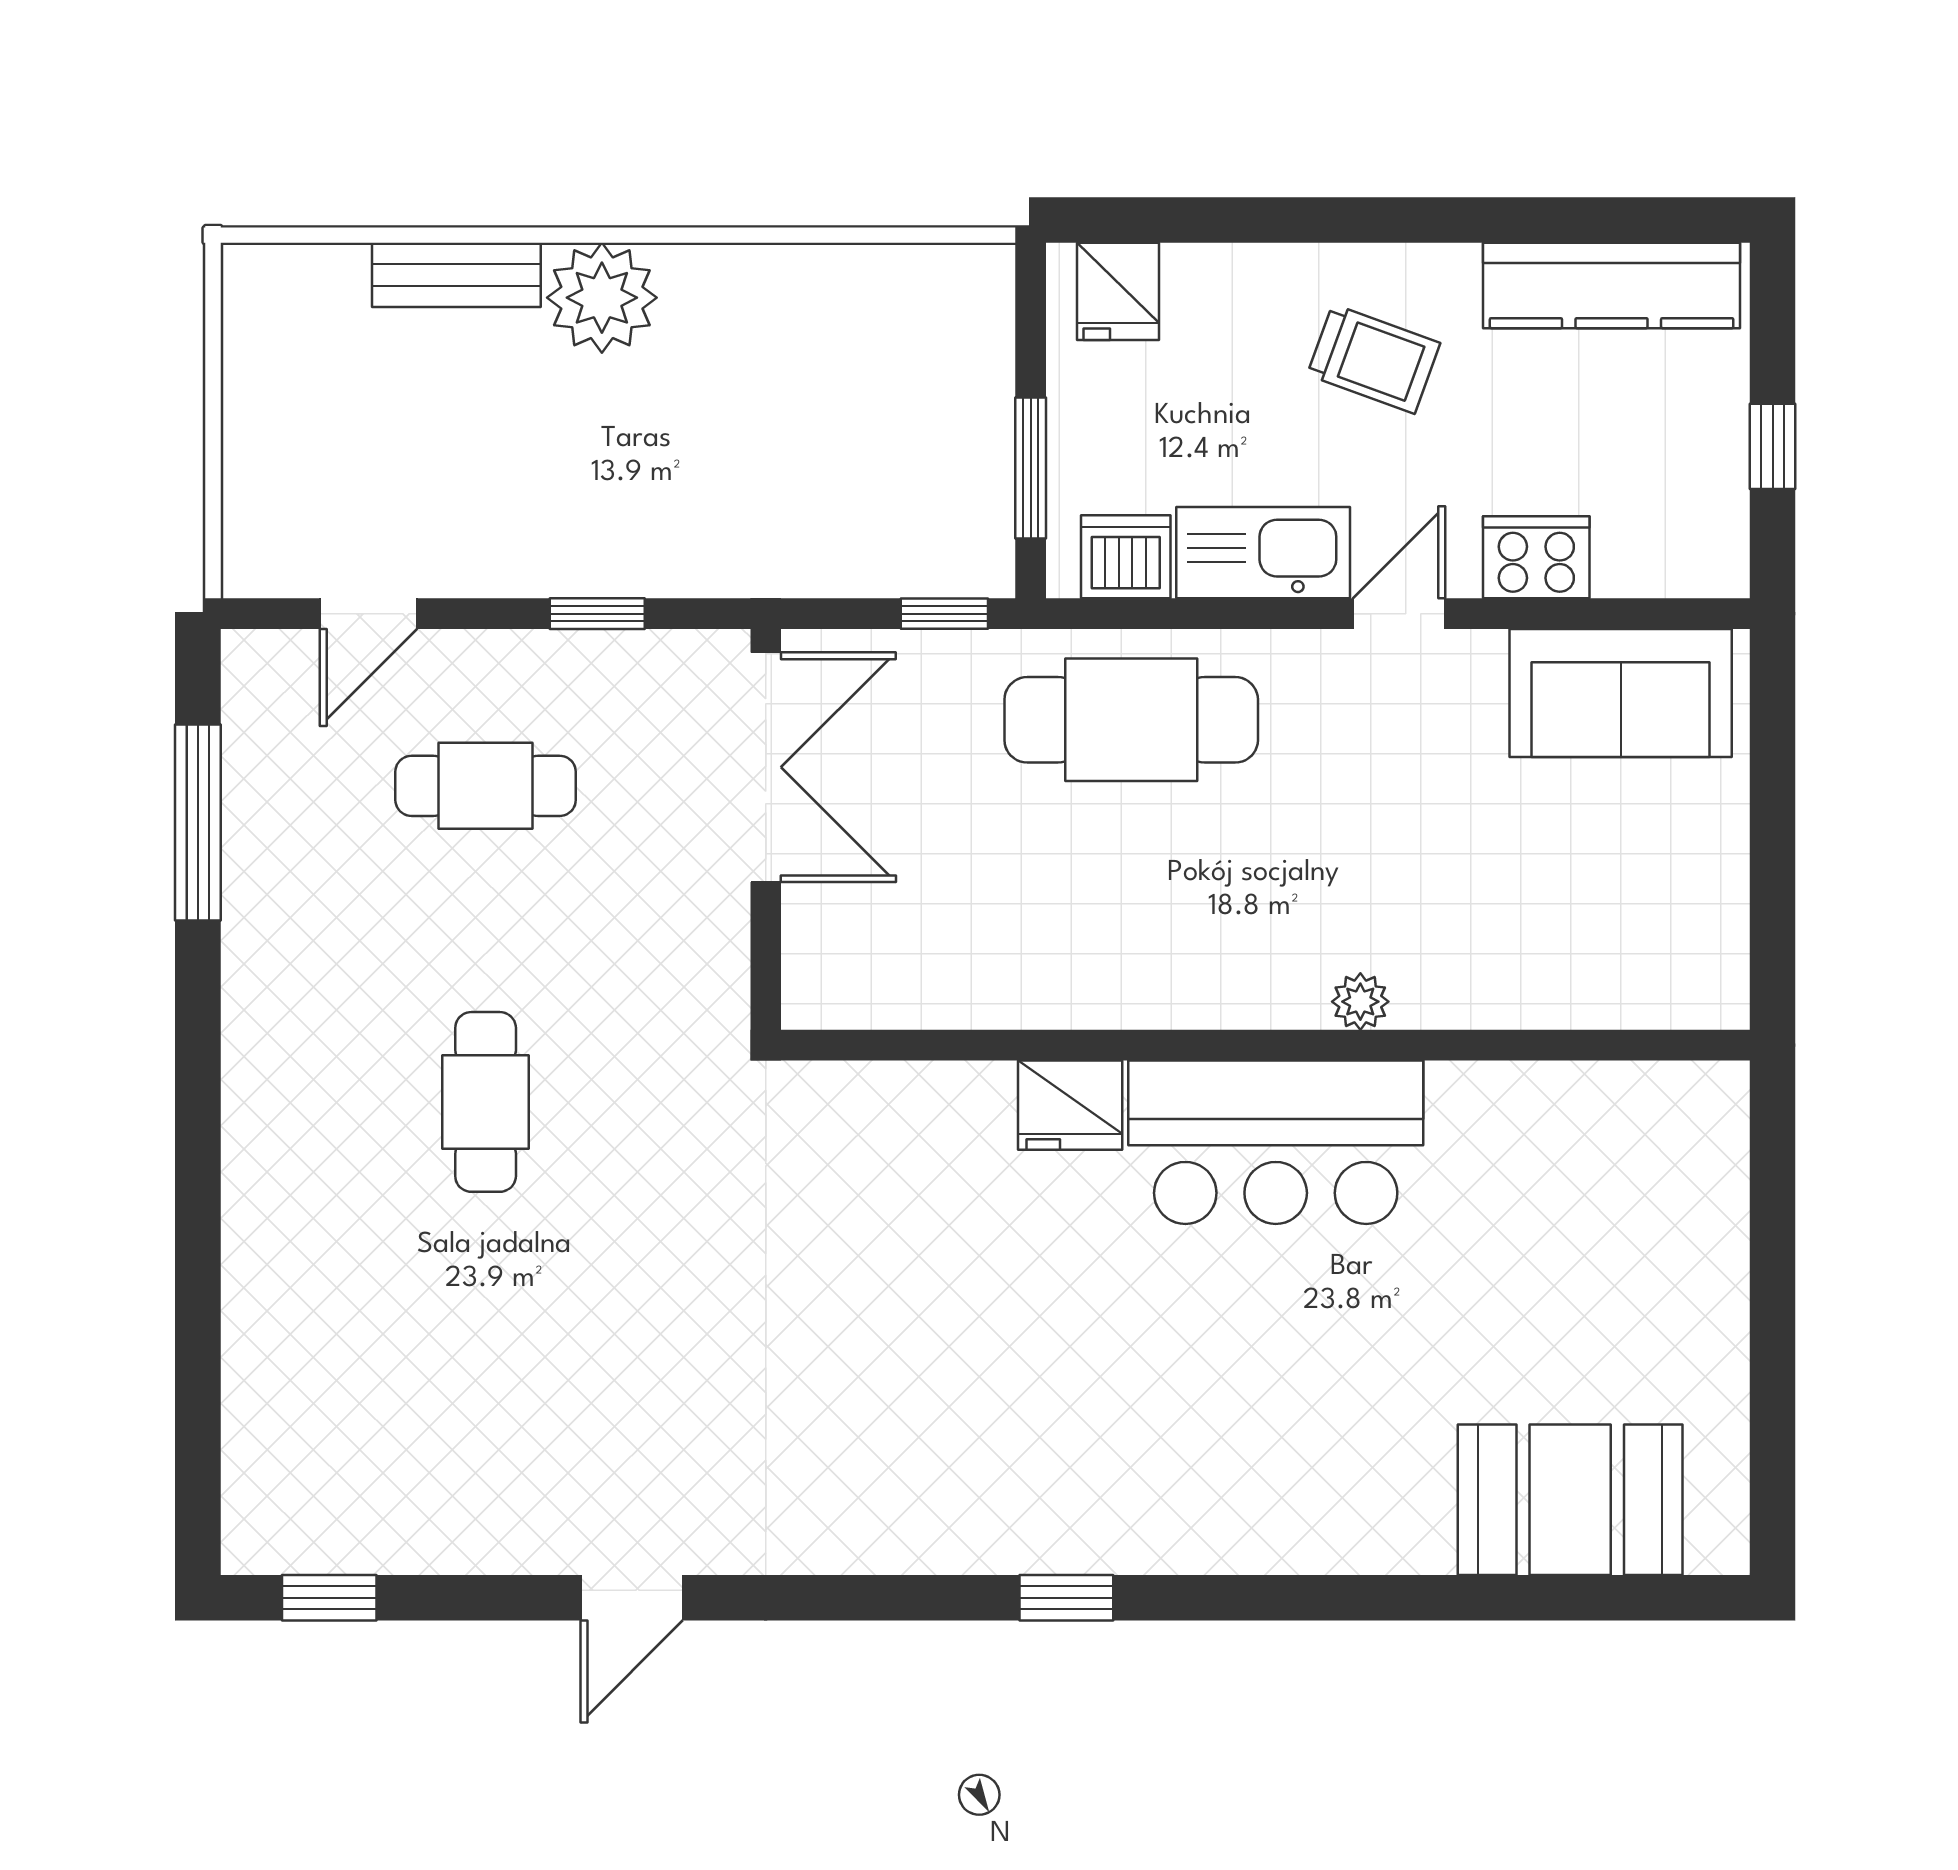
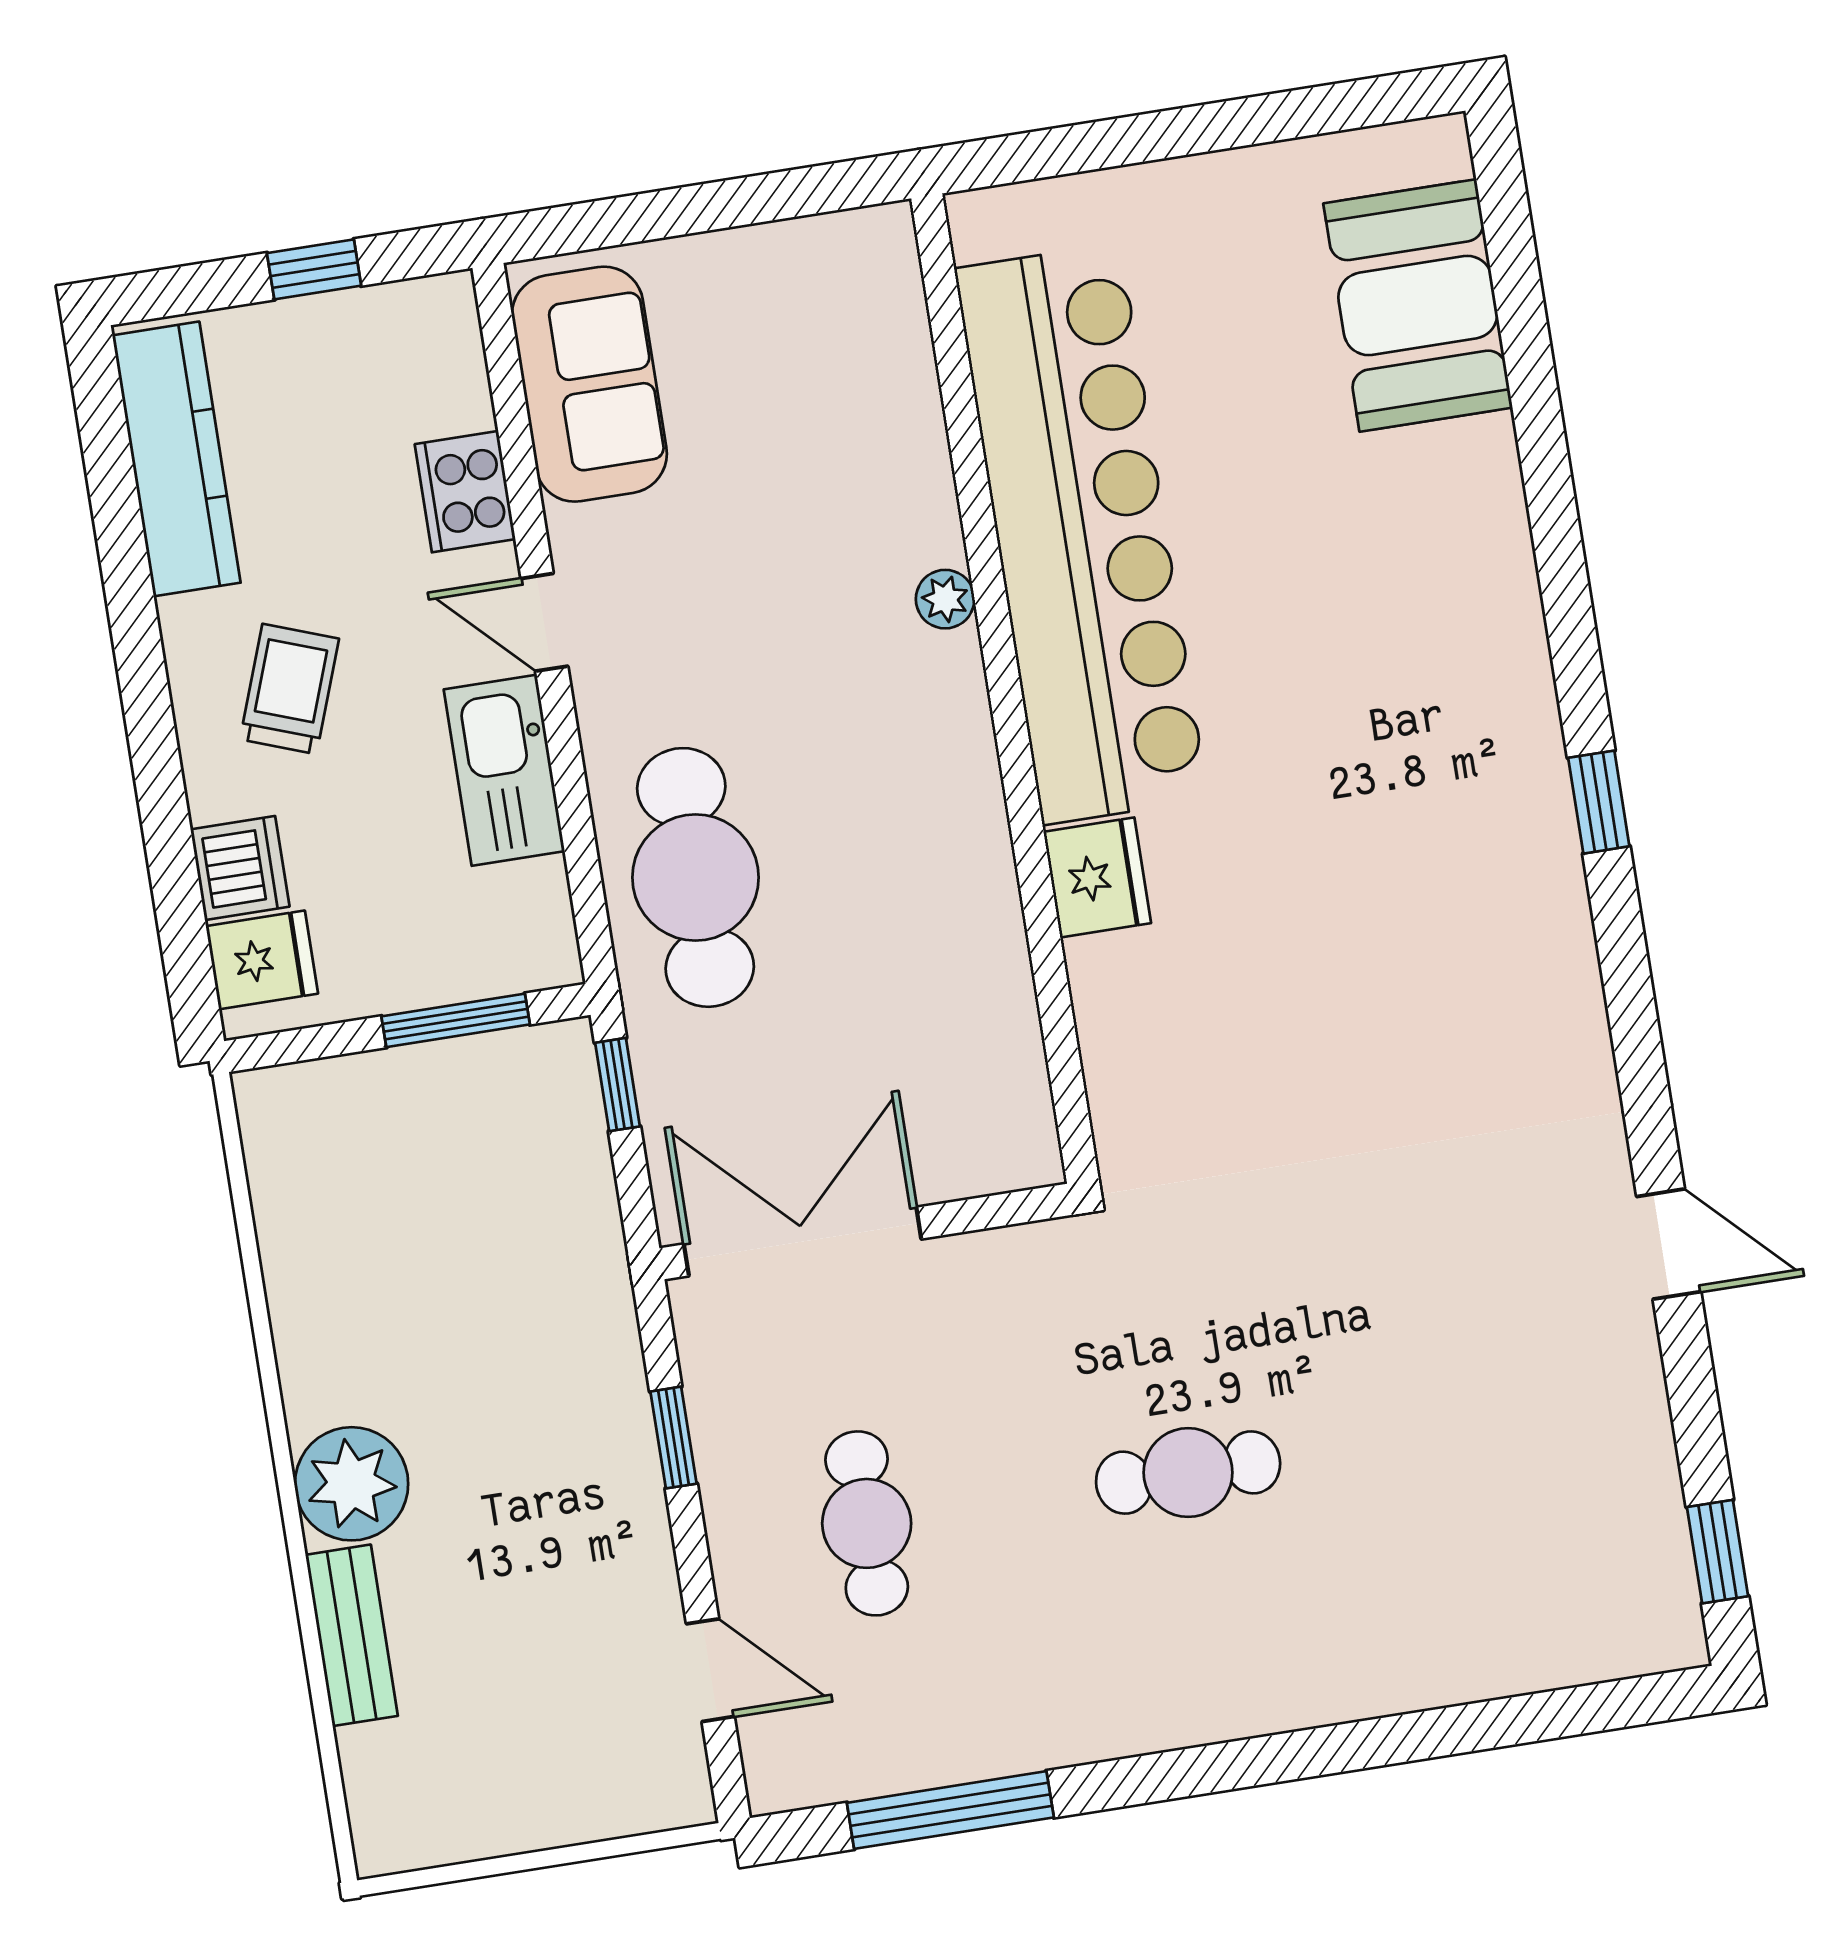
dishwasher: (1126, 557) -> (240, 868), moved, turned 180
bar counter: (1276, 1142) -> (1081, 534), width x1.86

